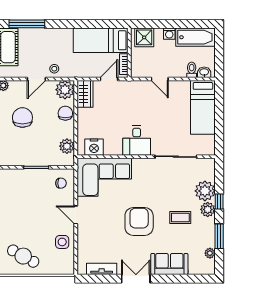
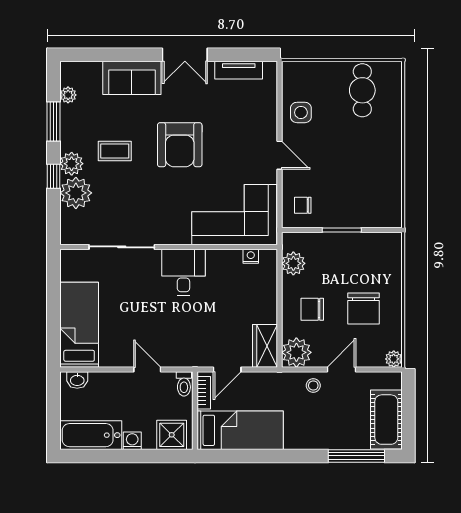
toilet: (192, 70) -> (184, 384), moved
chair: (65, 113) -> (312, 309), moved, turned 90
nightstand: (94, 147) -> (251, 256), width x0.53, depth x0.56
cafe table: (23, 256) -> (362, 90), turned 61

